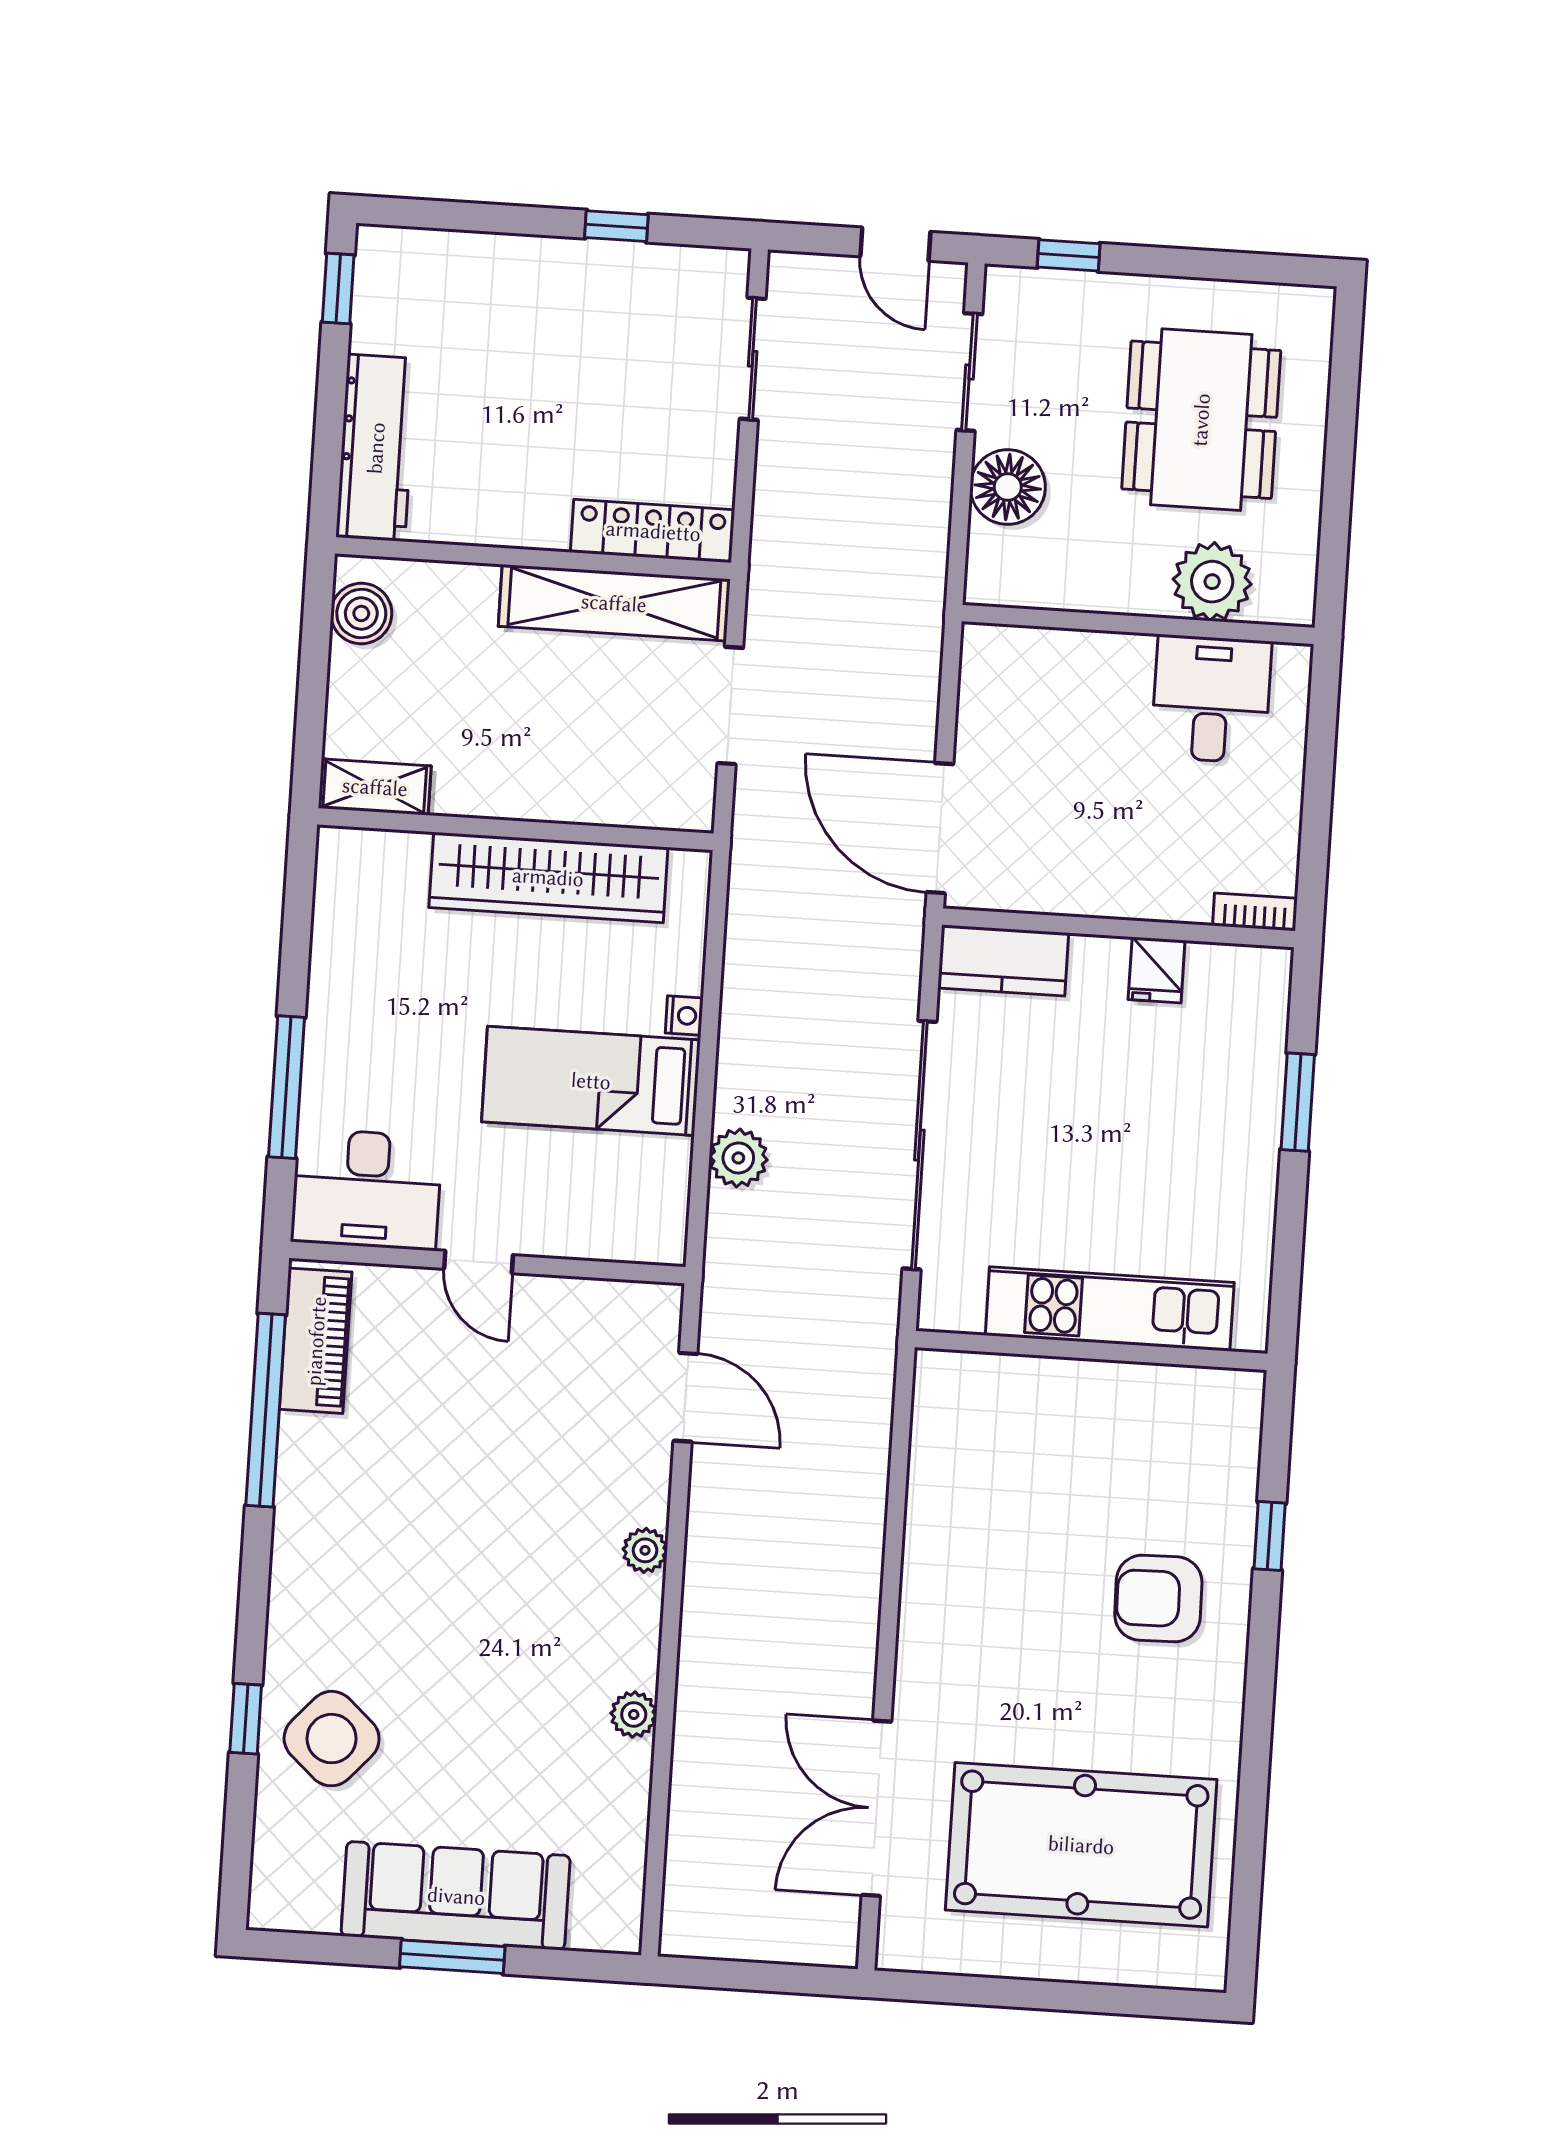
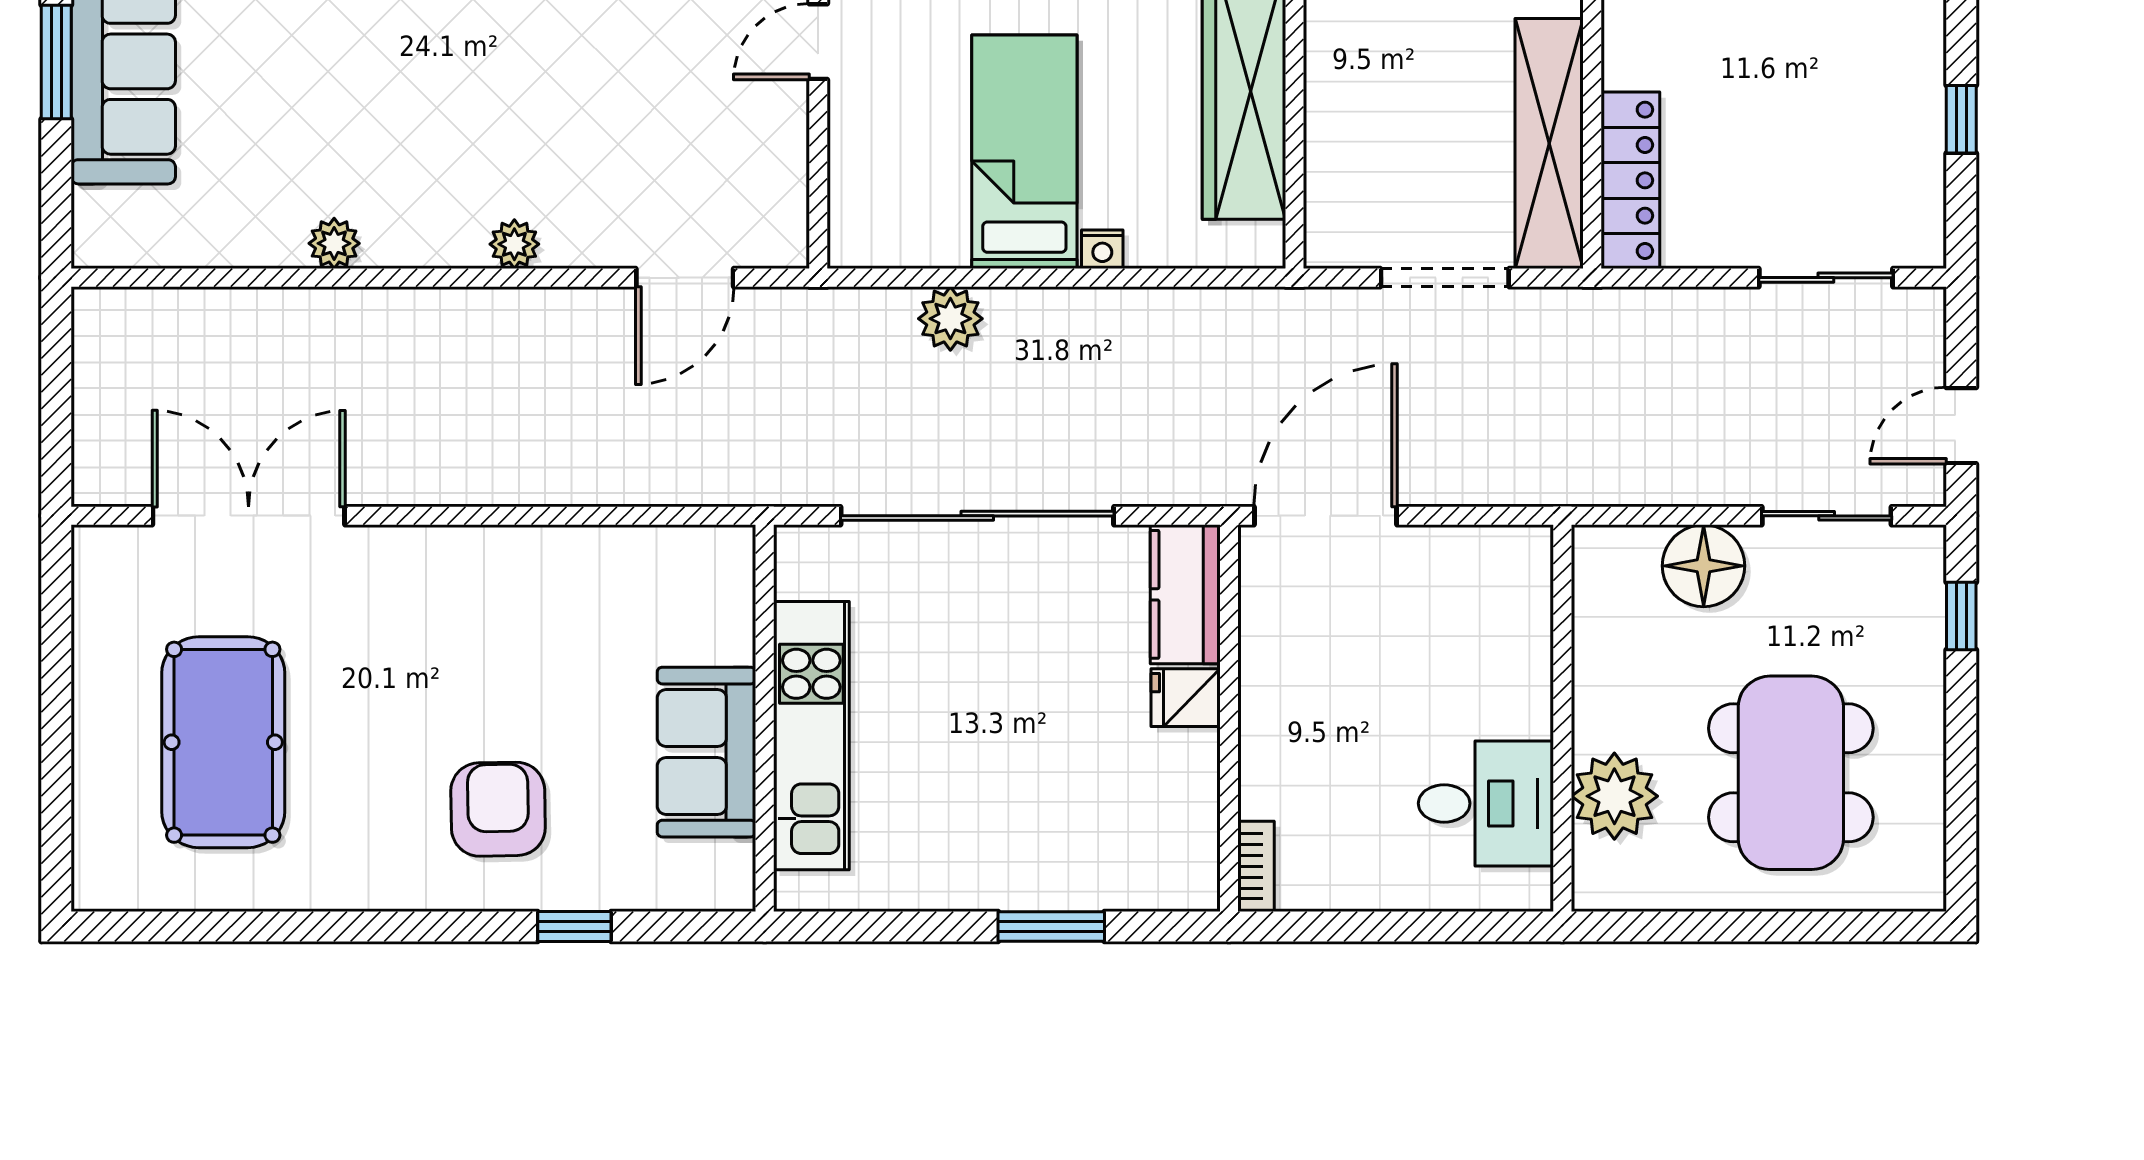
dining table: (1201, 420) -> (1791, 773), turned 90
fridge: (1157, 970) -> (1186, 698), moved
sofa: (1119, 1405) -> (707, 752), added
pool table: (1081, 1845) -> (223, 742), width x0.73, depth x0.76

